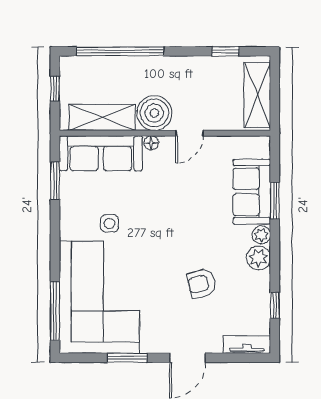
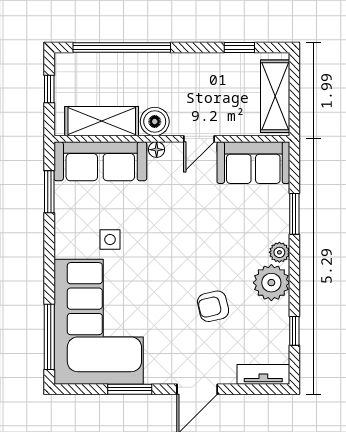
boiler: (154, 113) -> (155, 122), width x0.73, depth x0.73
sofa: (252, 192) -> (253, 163), moved, turned -90
plant: (259, 258) -> (271, 283), width x1.36, depth x1.36

